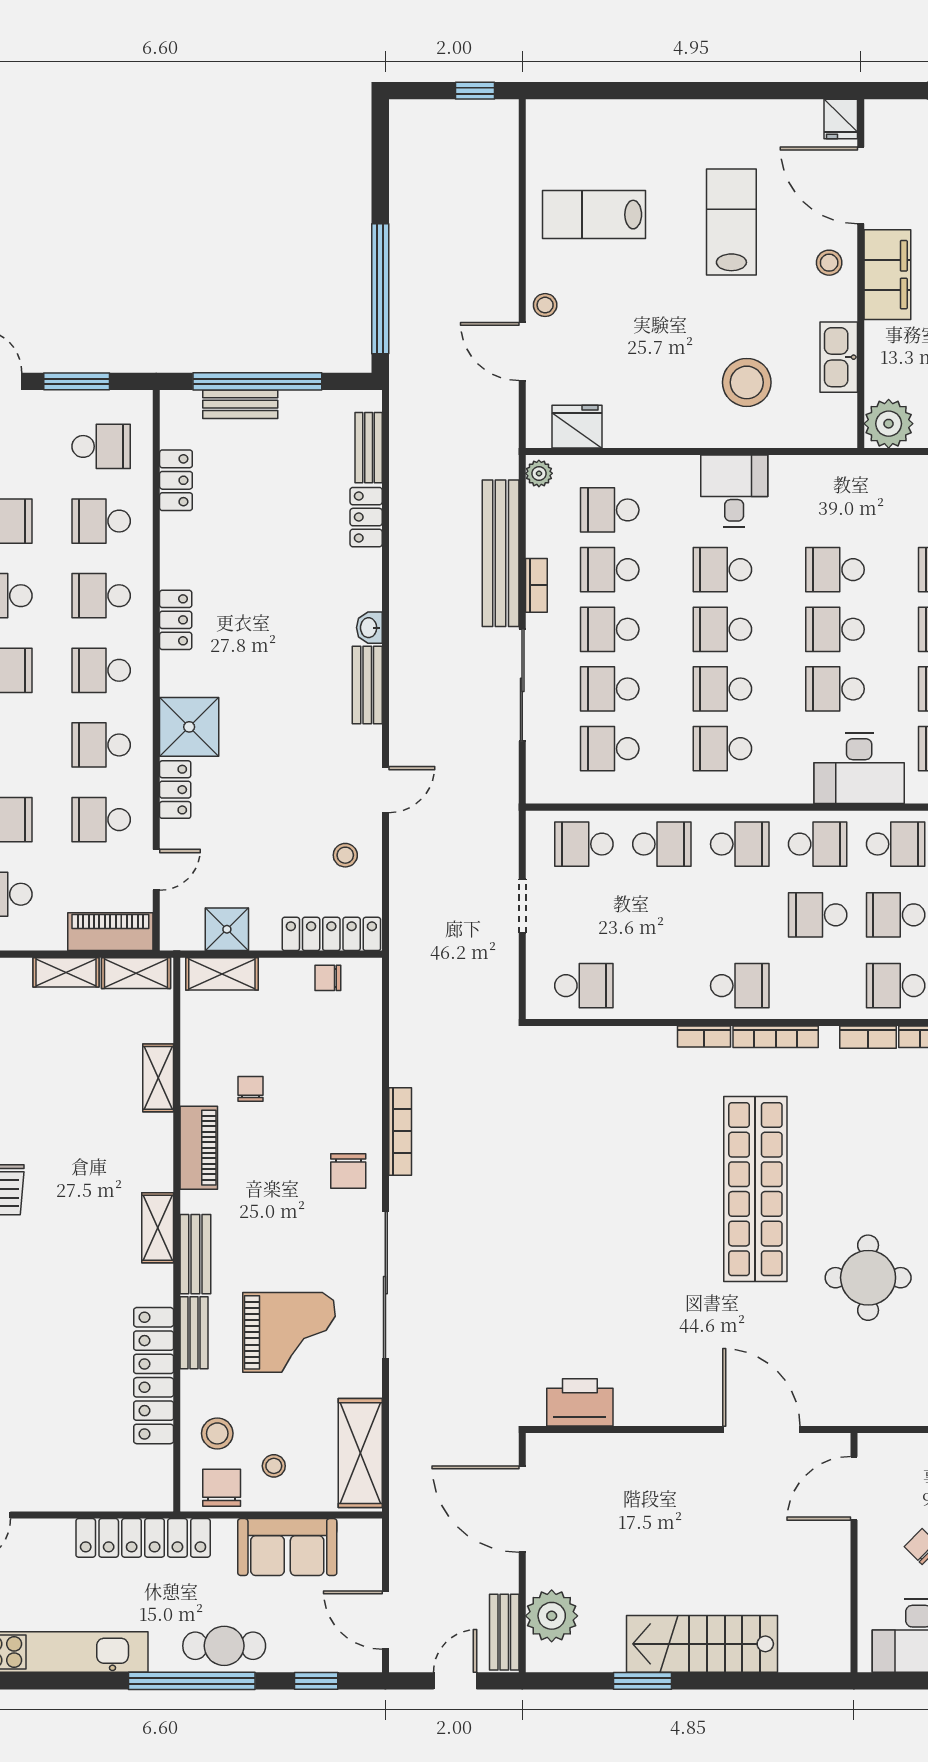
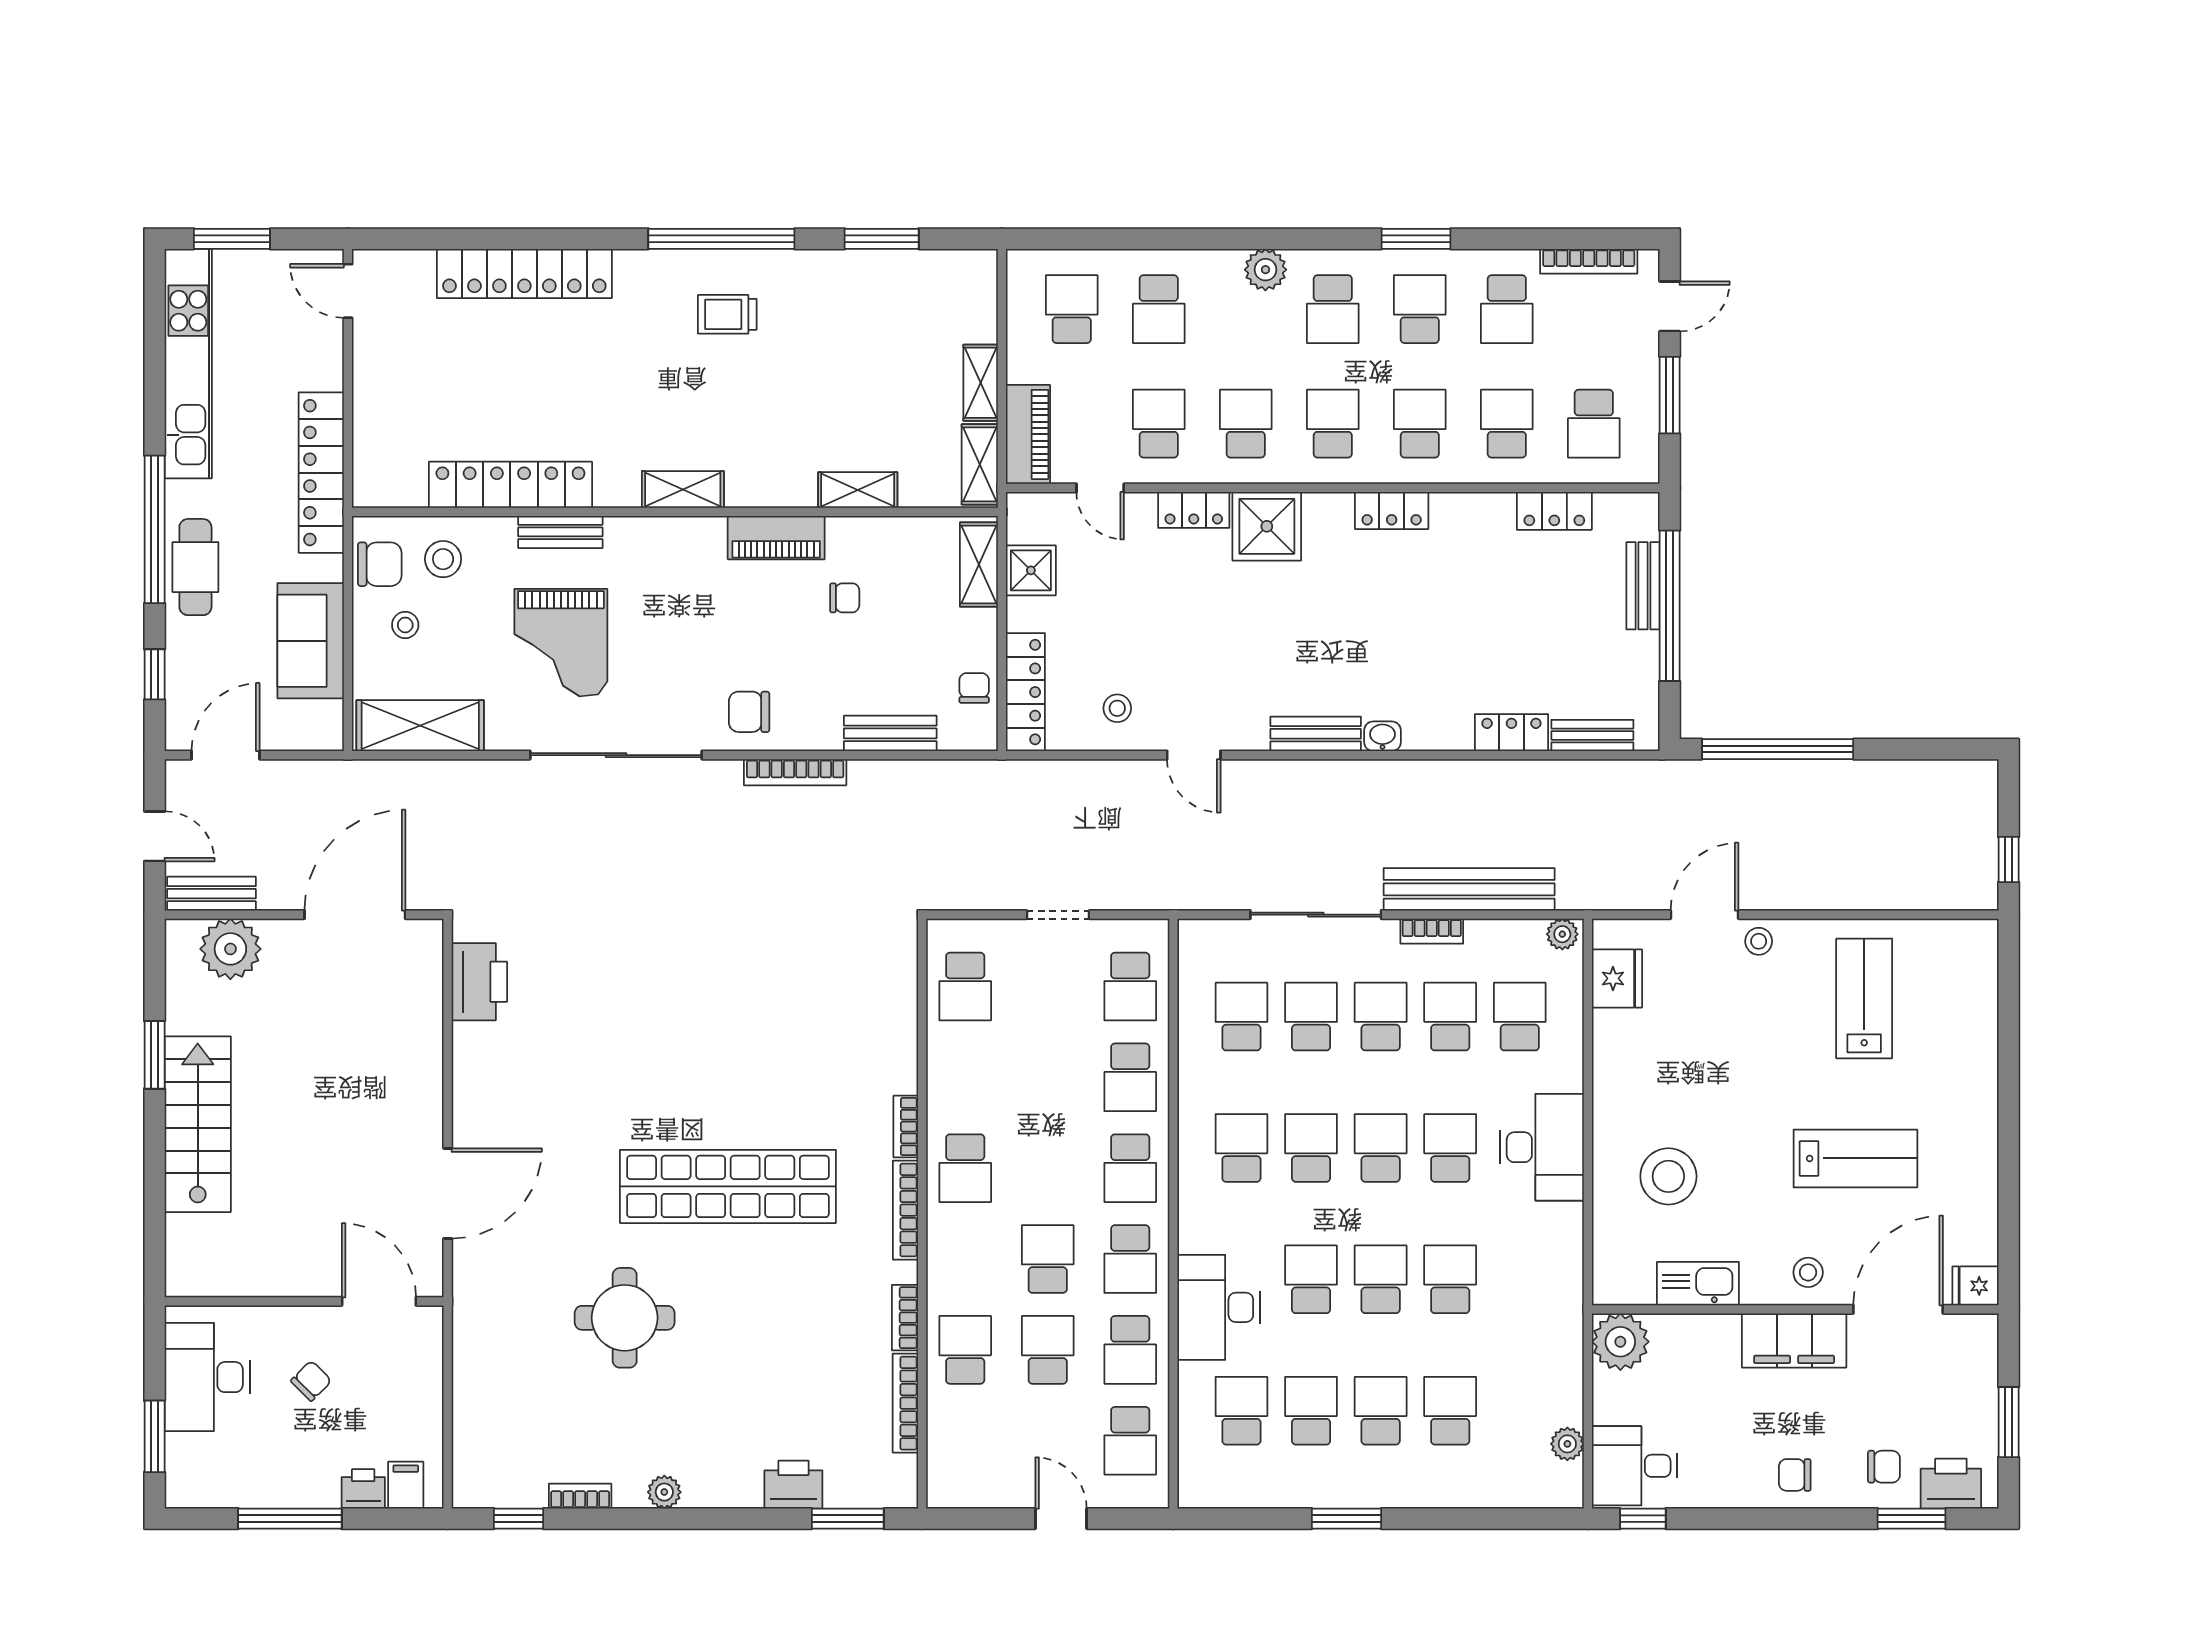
desk: (734, 491) -> (1542, 1147), width x1.37
school desk: (584, 844) -> (1130, 987), turned 180
bench: (195, 1254) -> (890, 733), moved

